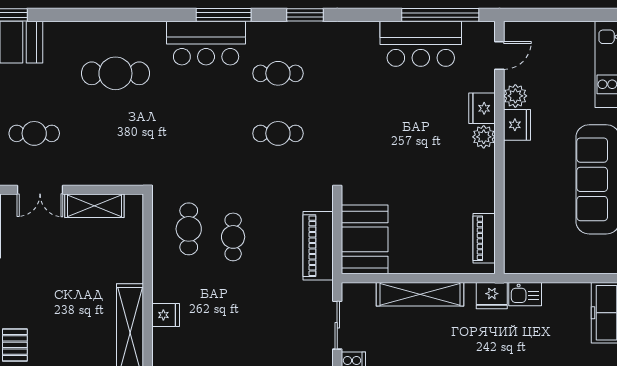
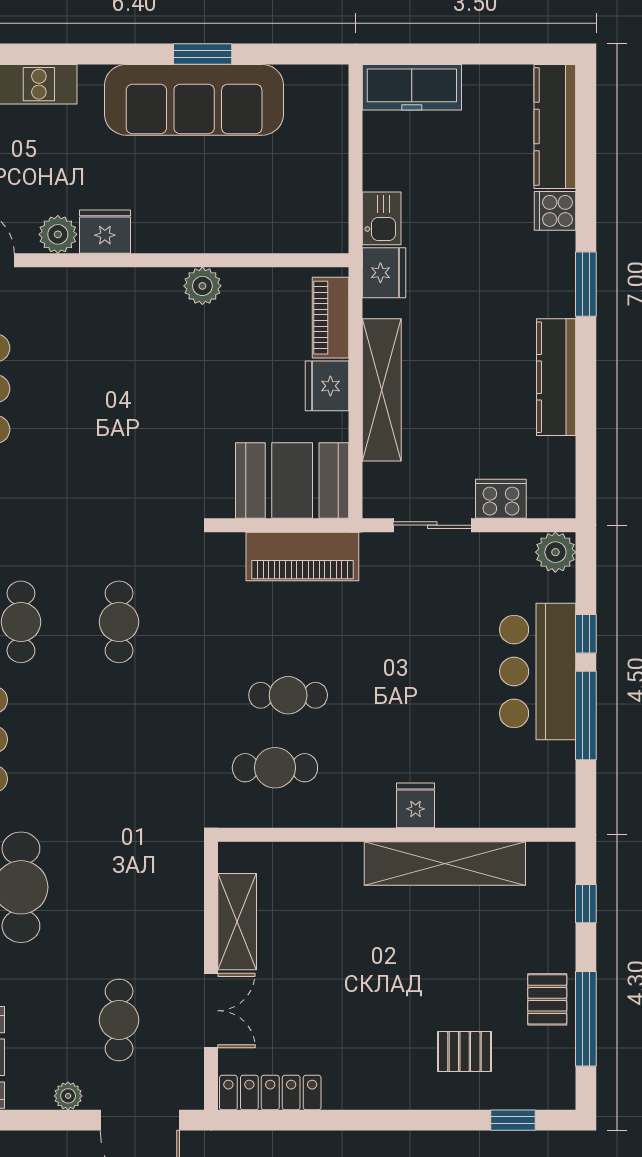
fridge: (482, 108) -> (327, 386), moved, turned 90
plant: (484, 137) -> (202, 286), moved
piano: (484, 238) -> (330, 318), moved, turned 90

